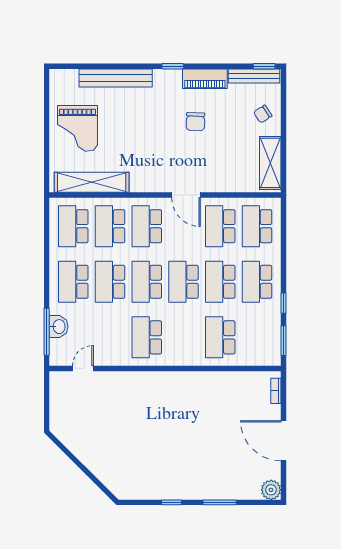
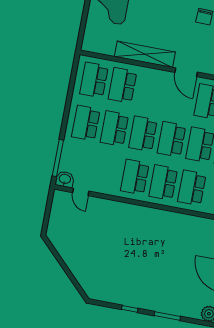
shelving: (92, 182) -> (145, 54), moved
school desk: (147, 226) -> (163, 182), moved
washbasin: (59, 327) -> (65, 179), moved, turned -90
door: (83, 368) -> (81, 192), swing flipped

